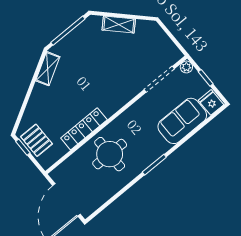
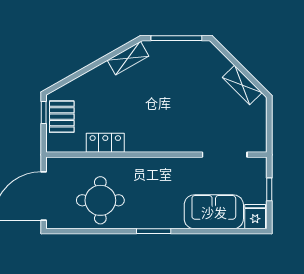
shelving: (119, 25) -> (242, 85), moved
plant: (186, 67) -> (260, 164), removed
locker: (84, 129) -> (105, 143), width x0.66
round table: (110, 154) -> (100, 200), moved

